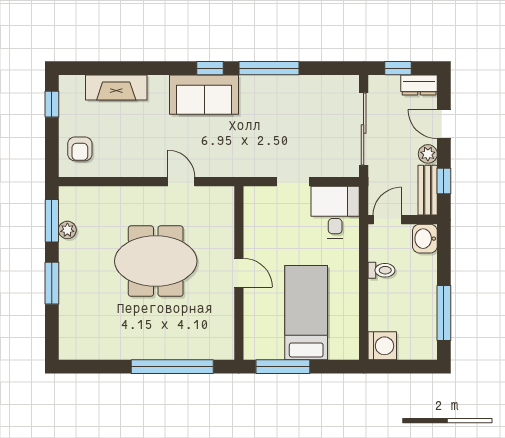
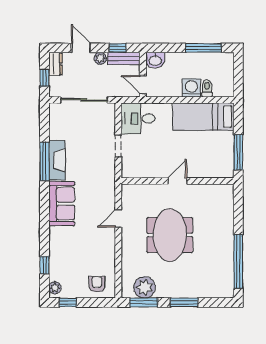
window: (210, 68) -> (44, 265), moved
plant: (74, 84) -> (55, 288), added
fireplace: (116, 87) -> (57, 160), moved
door: (444, 124) -> (81, 48), swing flipped
armchair: (80, 149) -> (97, 284), turned -90
plant: (67, 230) -> (145, 287), width x1.88, depth x1.88
toilet: (381, 270) -> (207, 88), moved
bed: (306, 313) -> (203, 117), moved
washing machine: (382, 346) -> (191, 88), moved
window: (172, 367) -> (238, 262), moved

